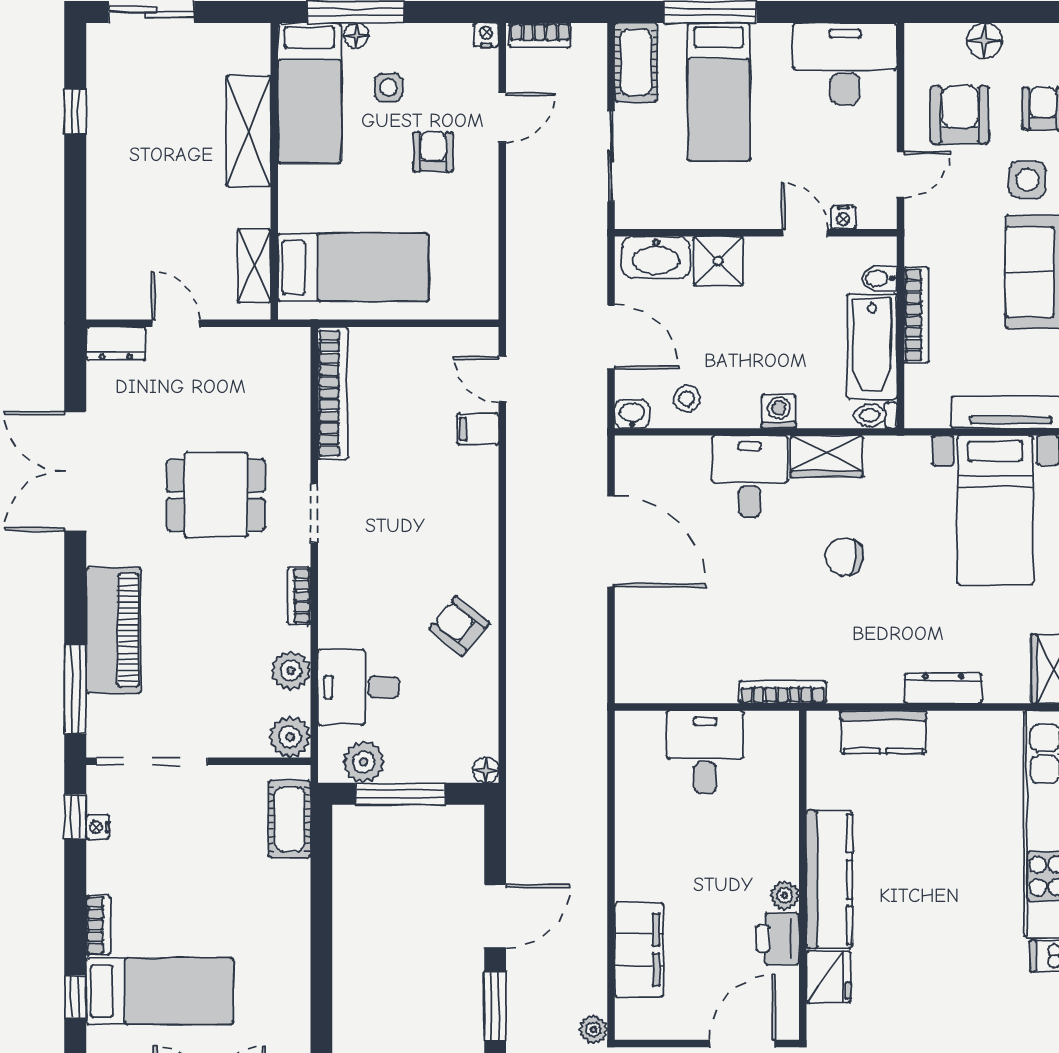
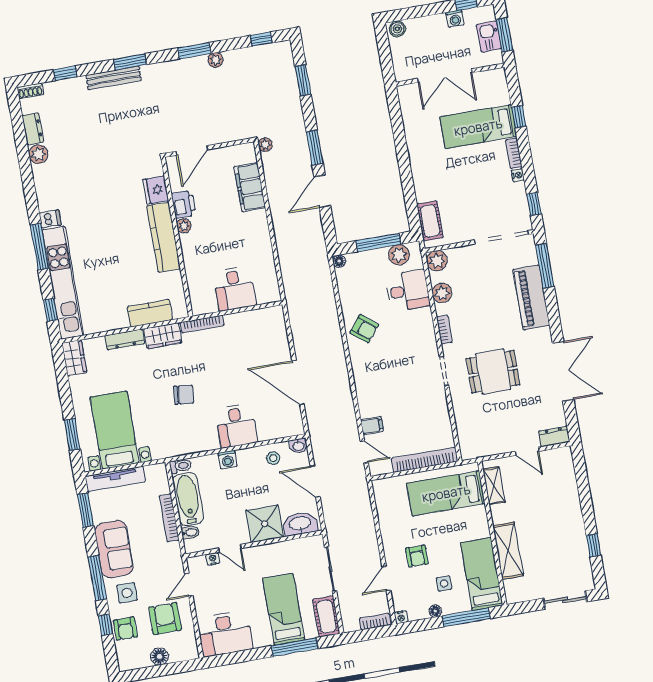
floor lamp: (356, 35) -> (435, 611), moved
armchair: (960, 115) -> (165, 618), turned 180
shower: (718, 261) -> (265, 524), width x1.36, depth x1.36
bookcase: (333, 393) -> (425, 460), moved, turned 90
wardrobe: (827, 456) -> (163, 336), moved, turned 180
nightstand: (98, 827) -> (518, 175), moved

